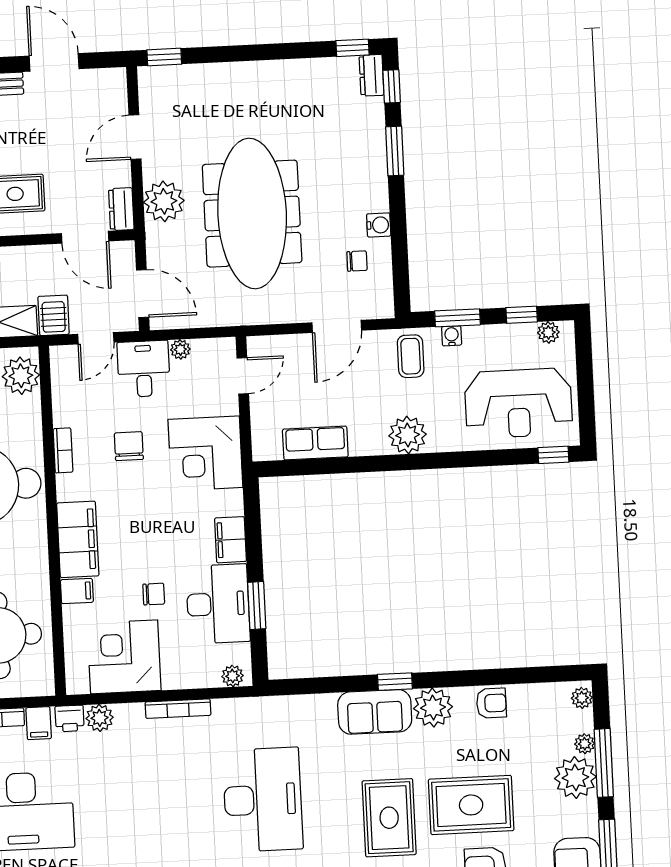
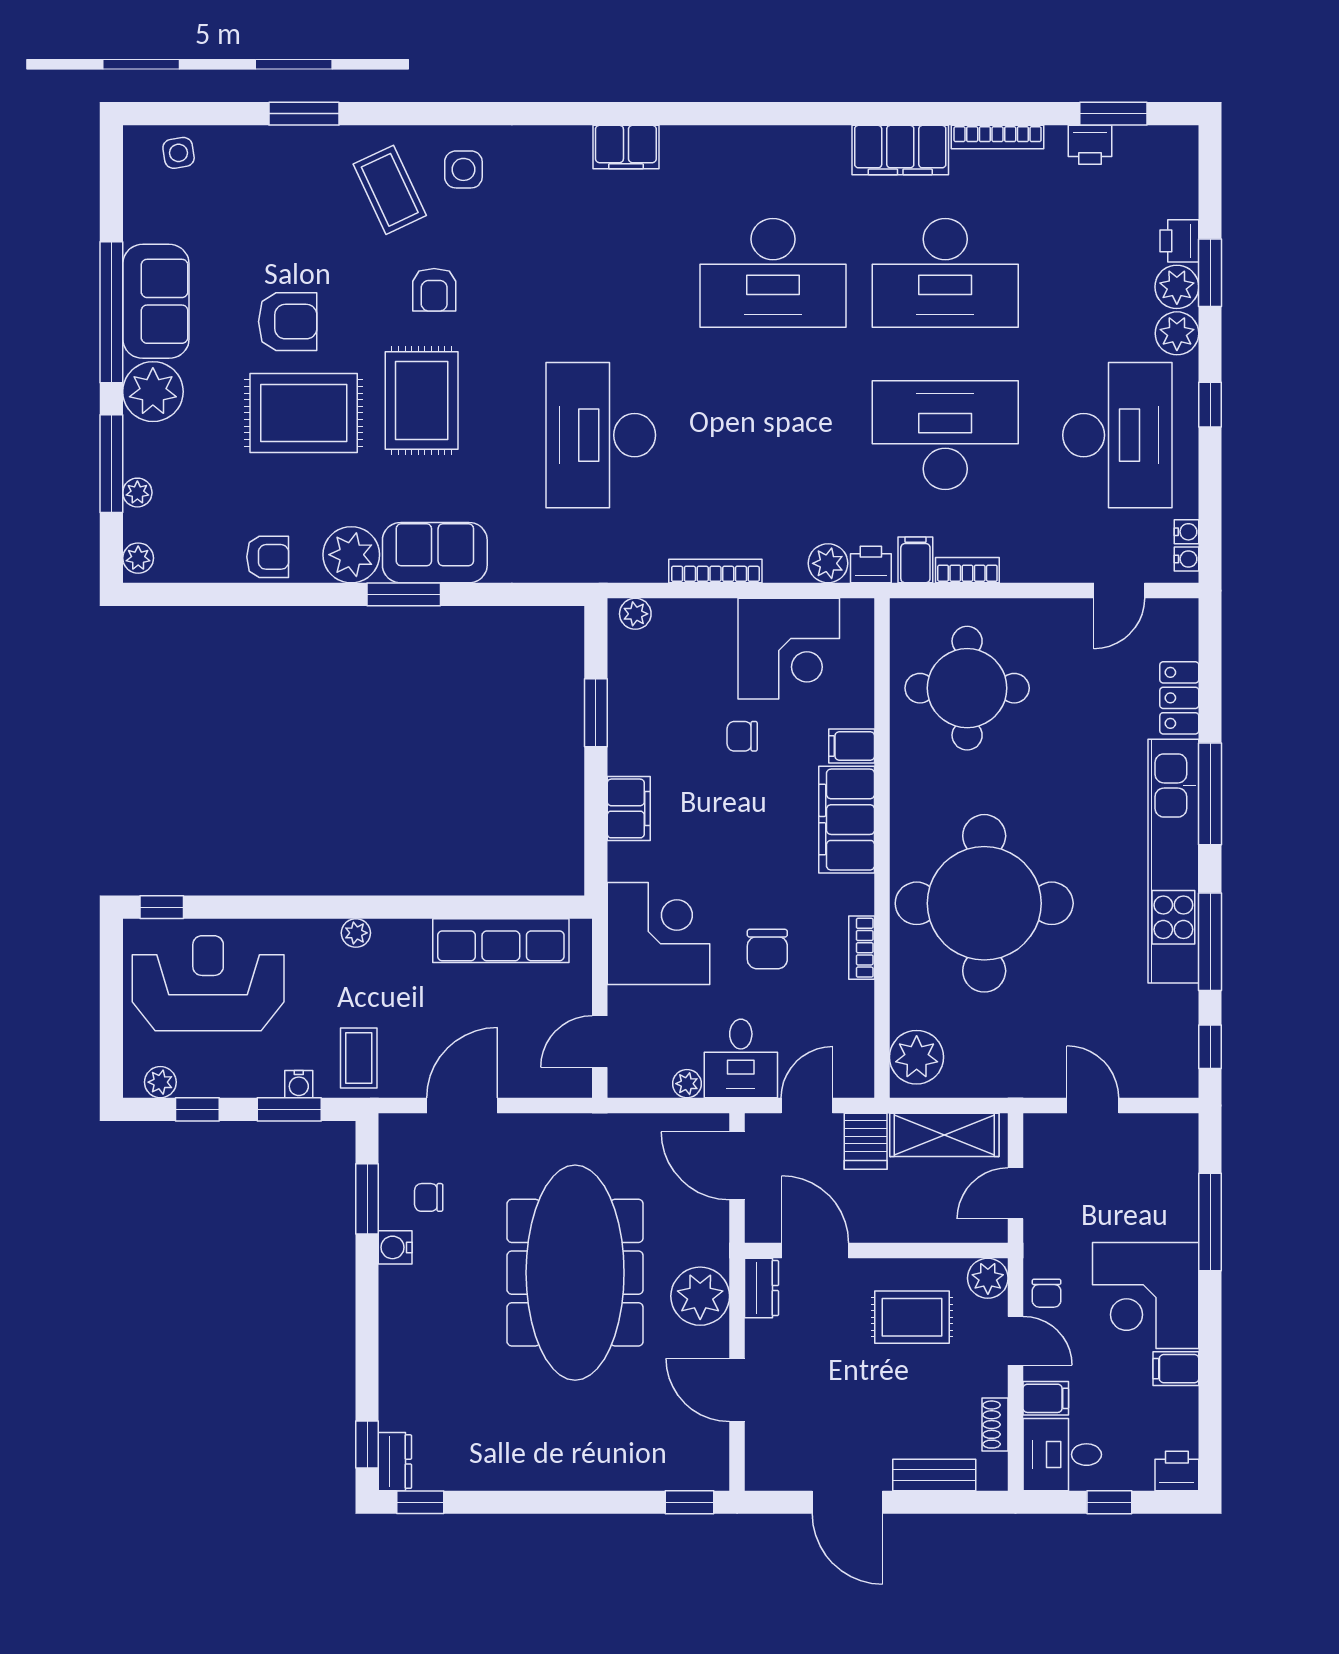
door: (135, 137) -> (737, 1390), swing flipped
window: (395, 151) -> (367, 1199), moved
plant: (408, 435) -> (356, 933), width x0.53, depth x0.53
row of seats: (315, 443) -> (501, 941), width x1.48
desk: (218, 604) -> (651, 718), removed
window: (395, 682) -> (404, 594), width x1.50
armchair: (491, 703) -> (268, 557), turned 180
plant: (575, 778) -> (153, 392), moved

